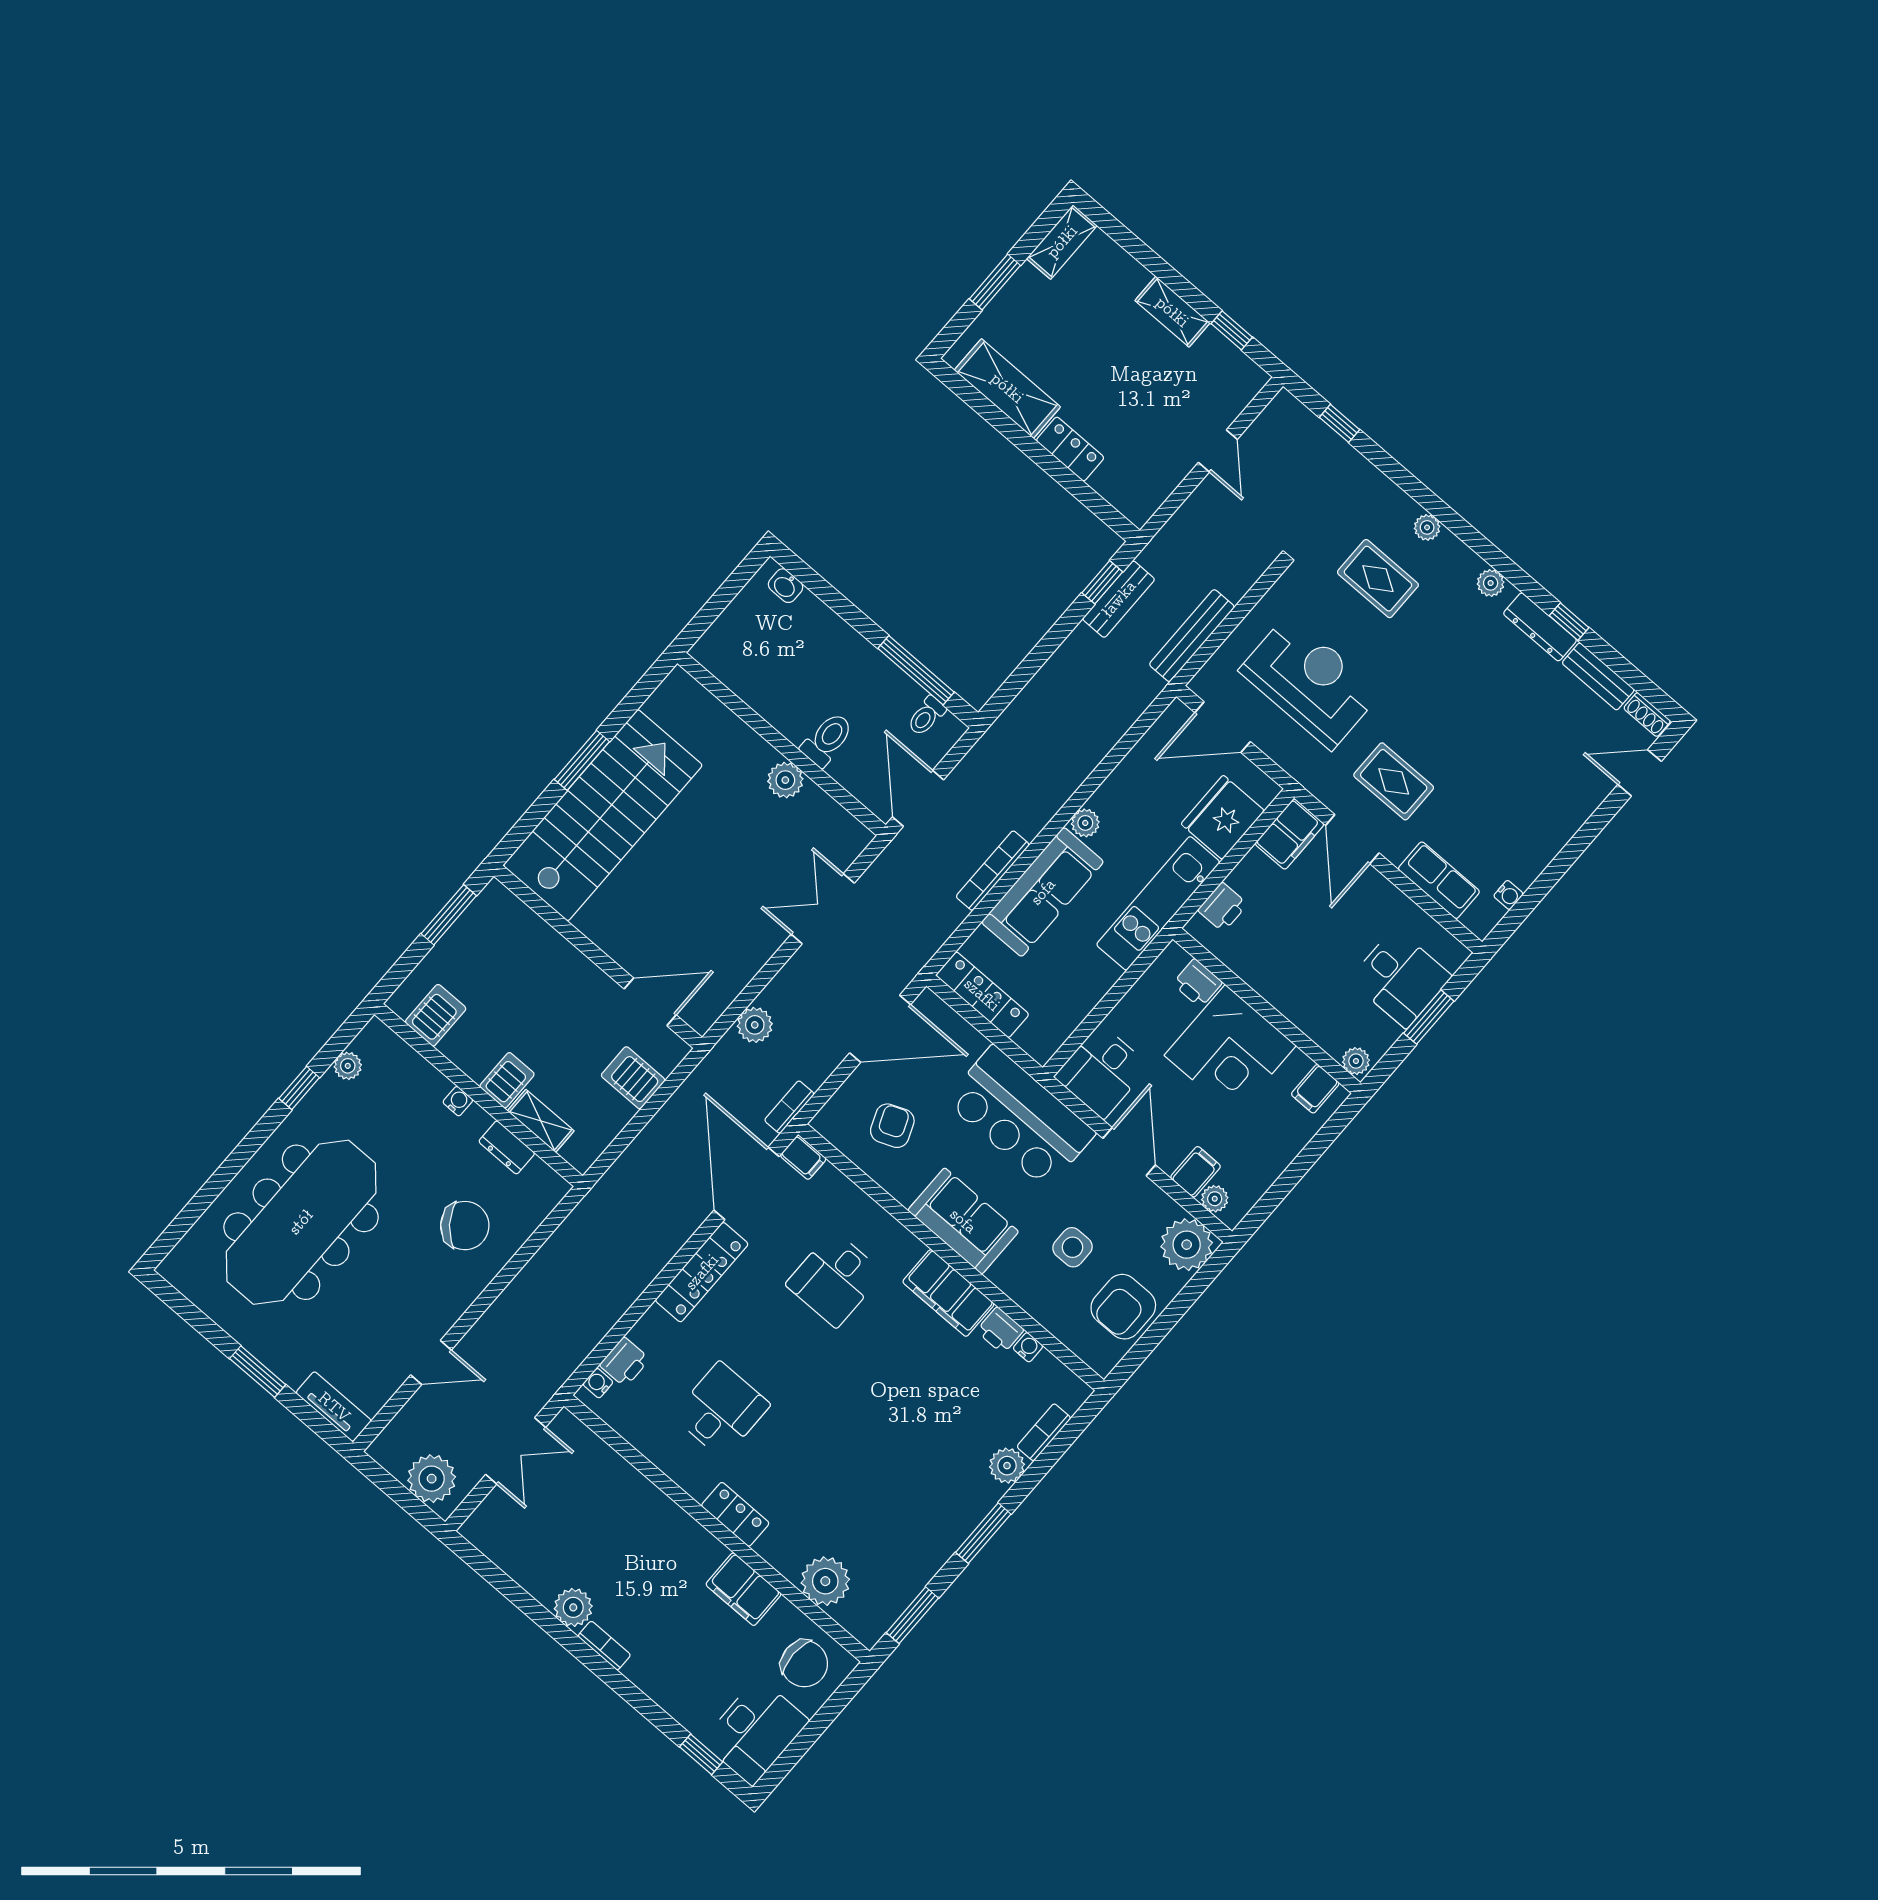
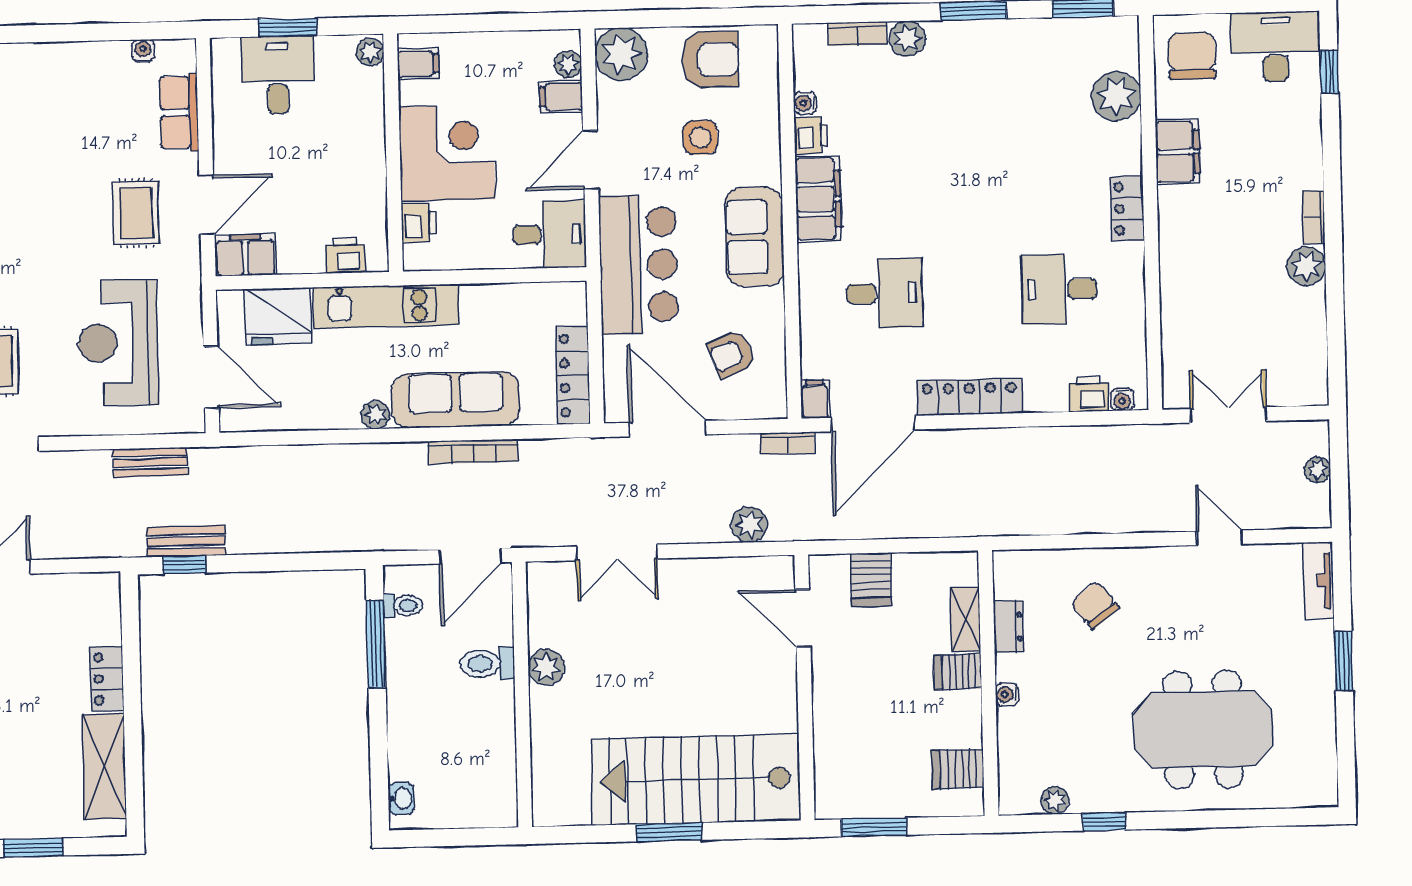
bench: (1192, 636) -> (150, 462), width x0.73
meeting table: (301, 1222) -> (1203, 729), width x0.73
chair: (465, 1226) -> (1095, 605), width x0.73, depth x0.73
plant: (432, 1479) -> (1317, 470), width x0.53, depth x0.53

